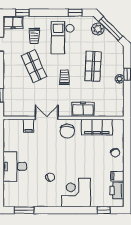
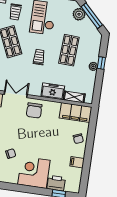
shelving: (105, 112) -> (74, 97), added
filing cabinet: (97, 127) -> (76, 112), moved
printer: (117, 190) -> (56, 183), moved, turned 90

